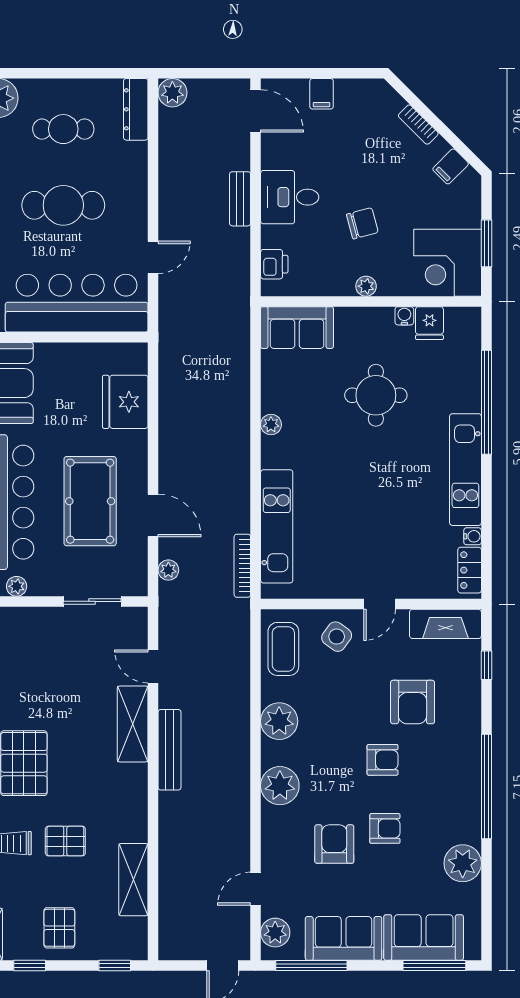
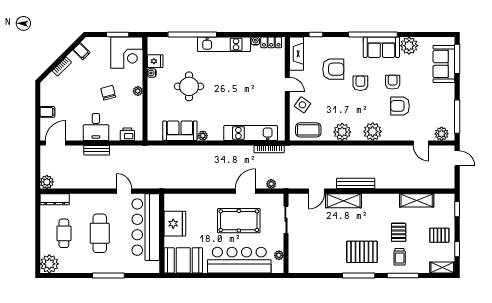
sofa: (297, 328) -> (180, 131), moved, turned -90
fridge: (125, 402) -> (175, 224), moved, turned -90
sofa: (344, 938) -> (381, 47), moved, turned -90

